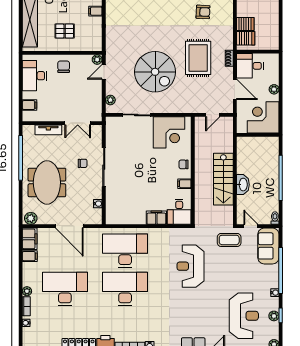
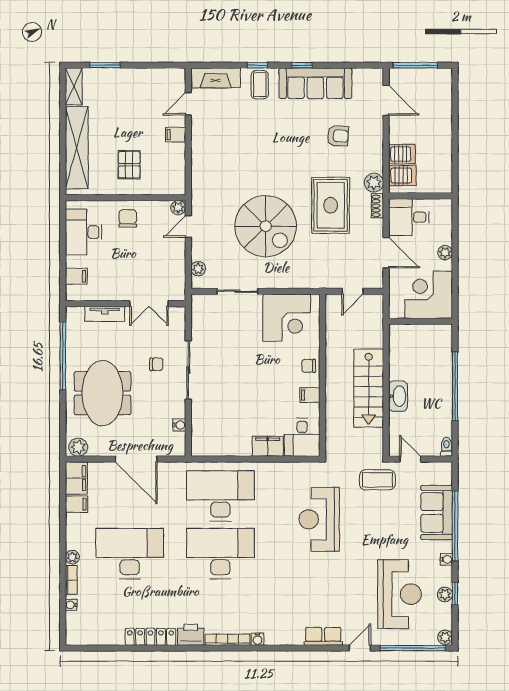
pallet: (65, 31) -> (129, 165), turned 90
plant: (227, 43) -> (374, 183), added
sofa: (268, 246) -> (437, 512), moved

